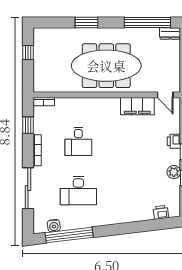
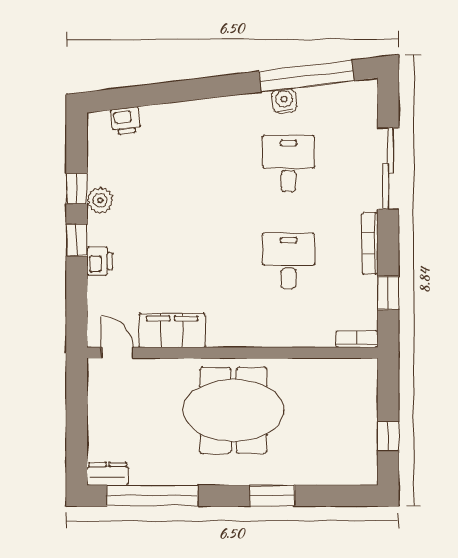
meeting table: (106, 66) -> (233, 410), width x0.73
desk: (78, 191) -> (288, 164), width x0.73
water cooler: (54, 226) -> (284, 101), moved

